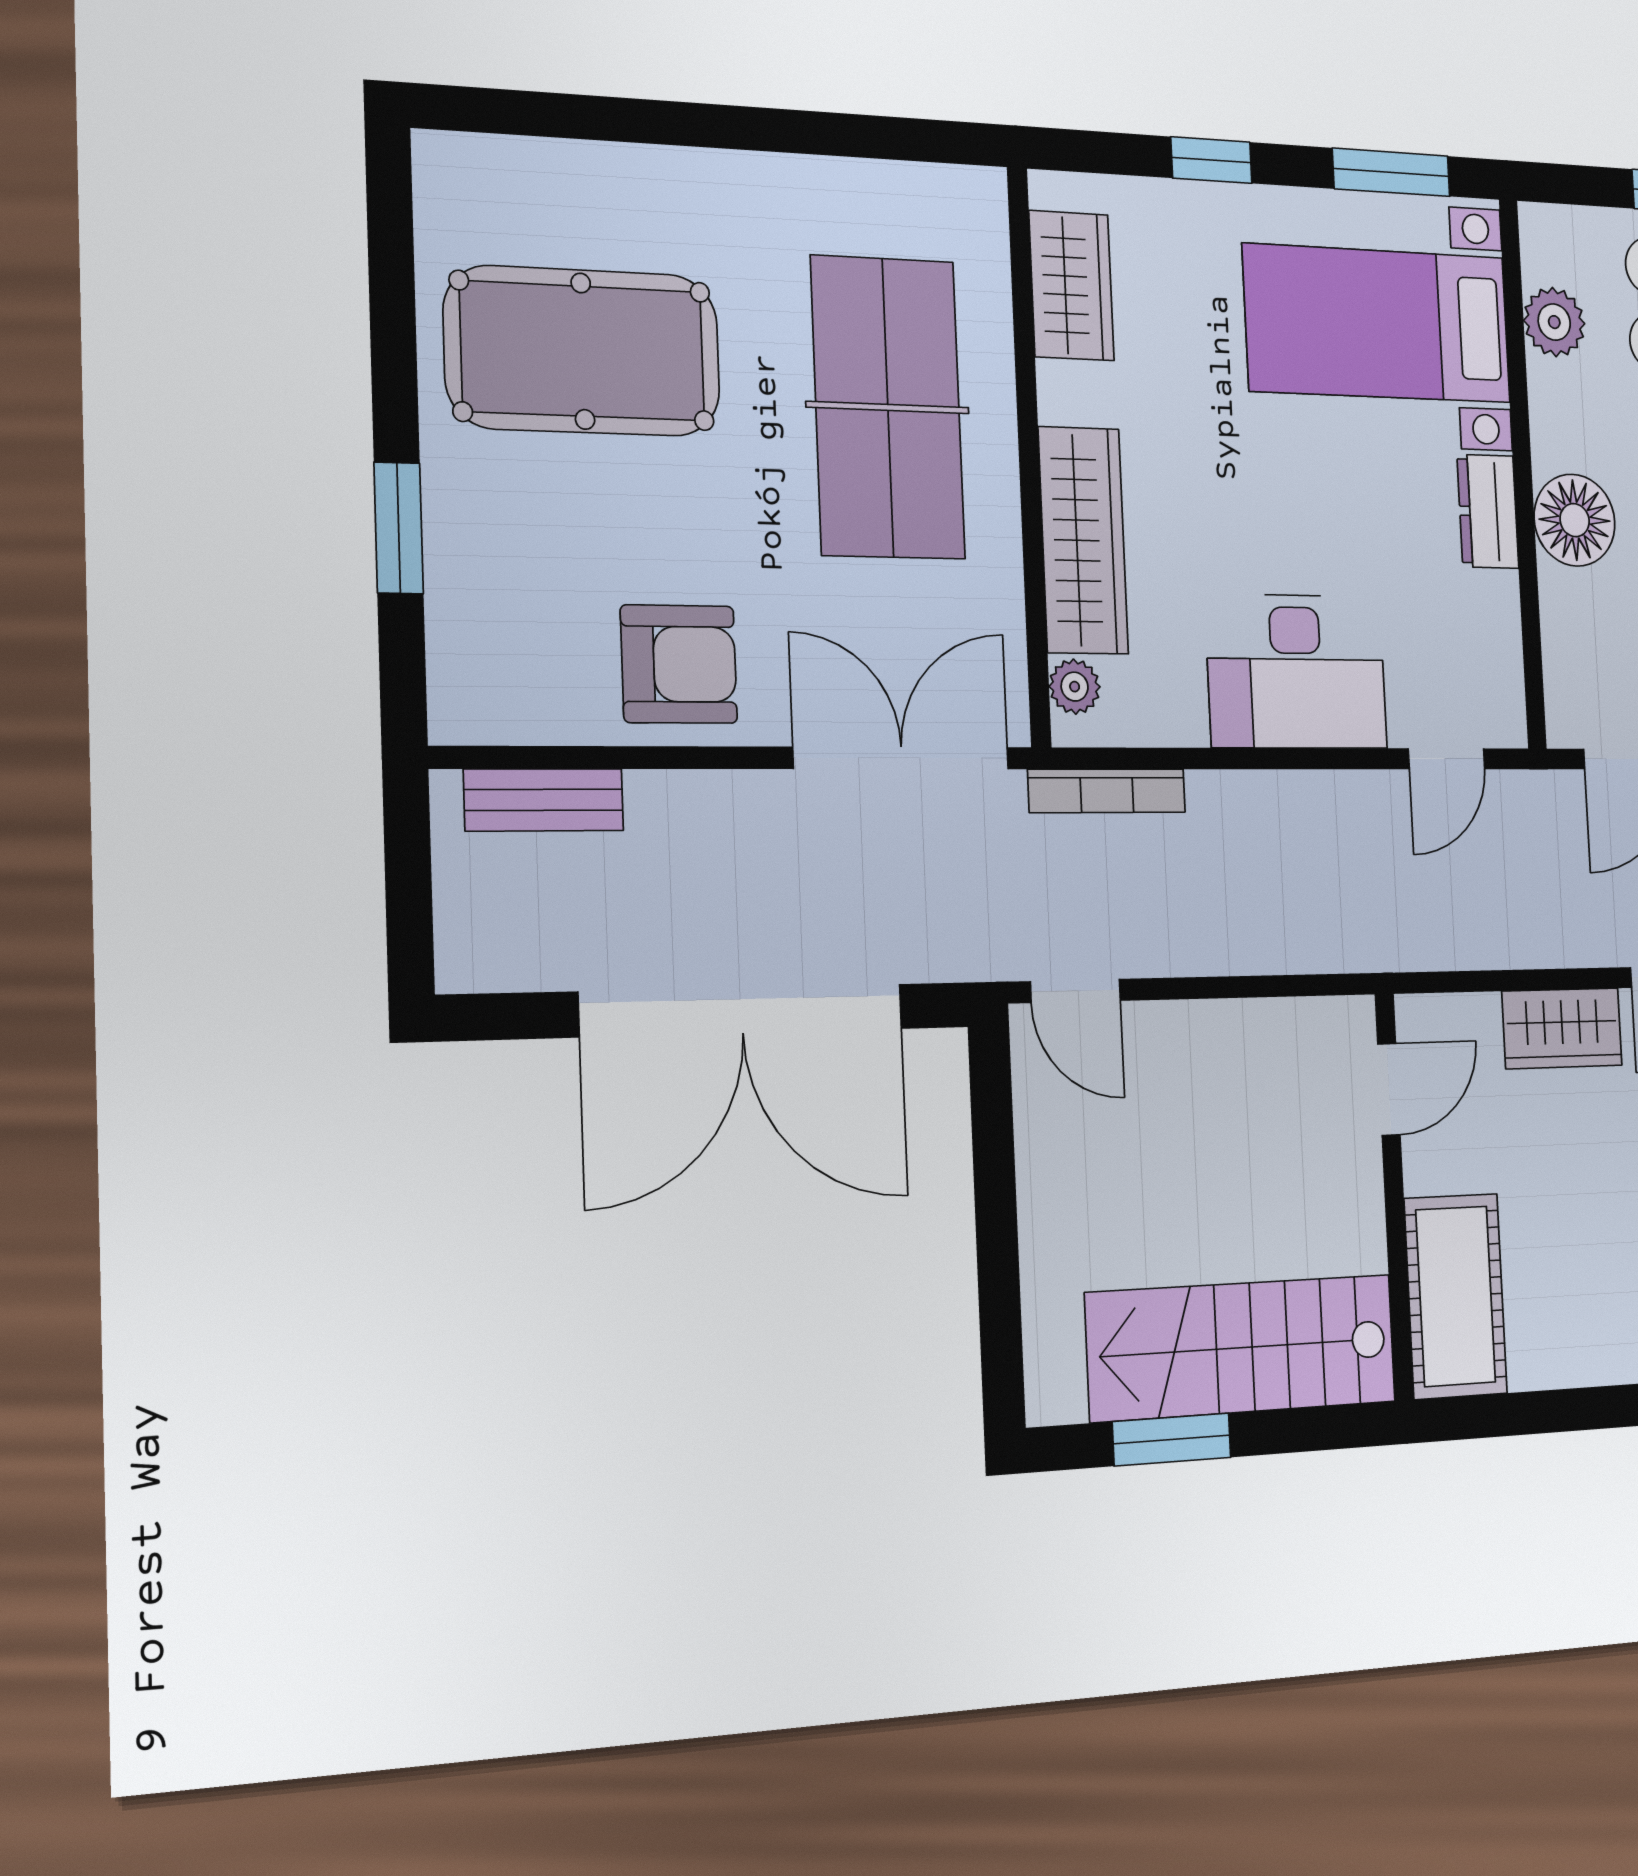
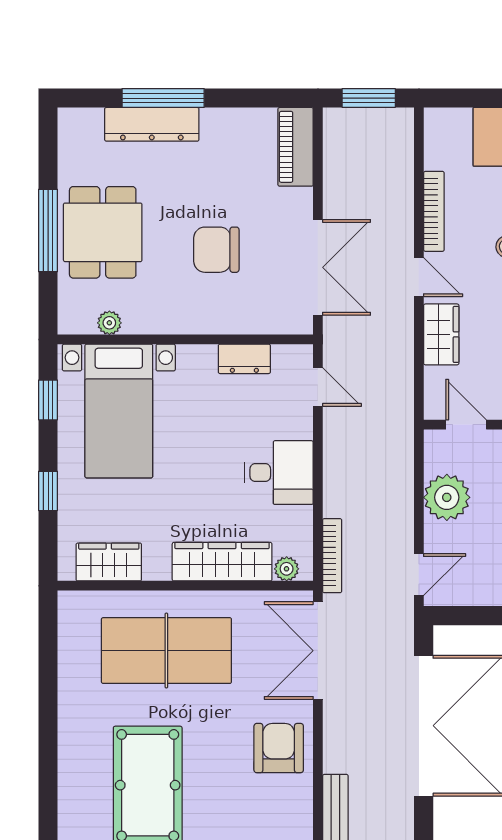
window: (1391, 172) -> (48, 400), width x0.67
plant: (1554, 322) -> (109, 323), width x0.73, depth x0.73
dresser: (1488, 511) -> (244, 359), moved
floor lamp: (1575, 520) -> (207, 313), removed
desk: (1296, 671) -> (279, 473), width x0.73
plant: (1240, 1051) -> (447, 497), added

